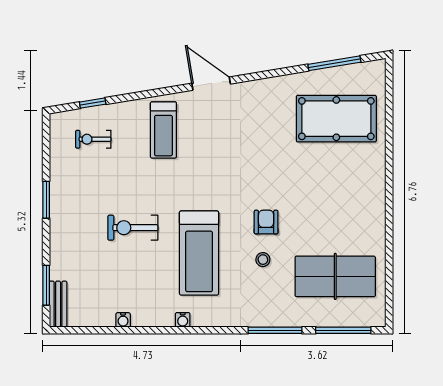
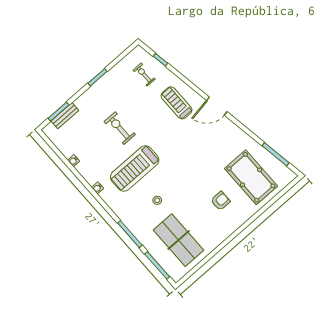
door: (211, 84) -> (217, 106), swing flipped
treadmill: (163, 130) -> (177, 103), turned 90
armchair: (266, 222) -> (220, 201), moved
bench: (58, 304) -> (65, 116), moved

